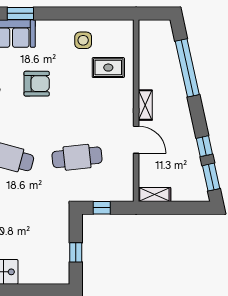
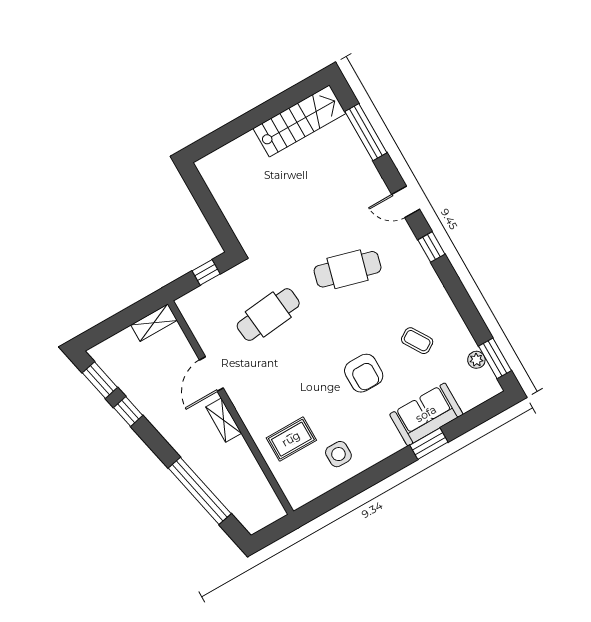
armchair: (37, 84) -> (364, 373), turned -90
door: (136, 140) -> (211, 374), hinge flipped
window: (76, 252) -> (207, 203), removed

